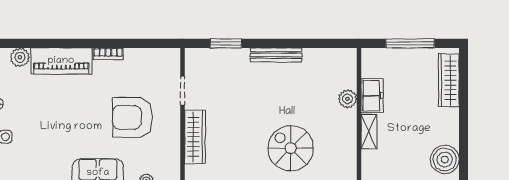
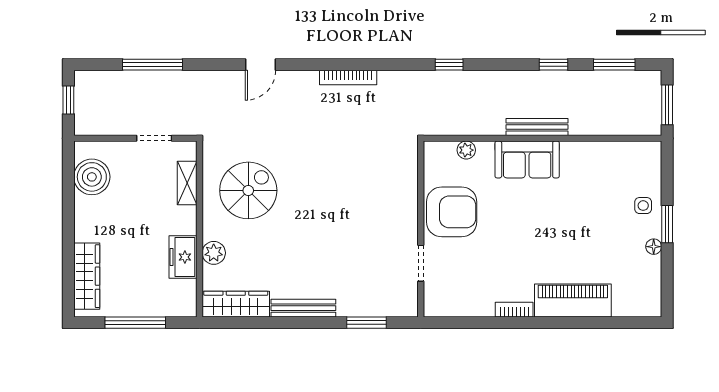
plant: (20, 57) -> (625, 305), removed
armchair: (133, 117) -> (452, 212), moved
shelving: (369, 131) -> (187, 183), moved
wardrobe: (195, 137) -> (236, 304), moved, turned 90
spiral stairs: (291, 148) -> (248, 190), moved, turned -90

